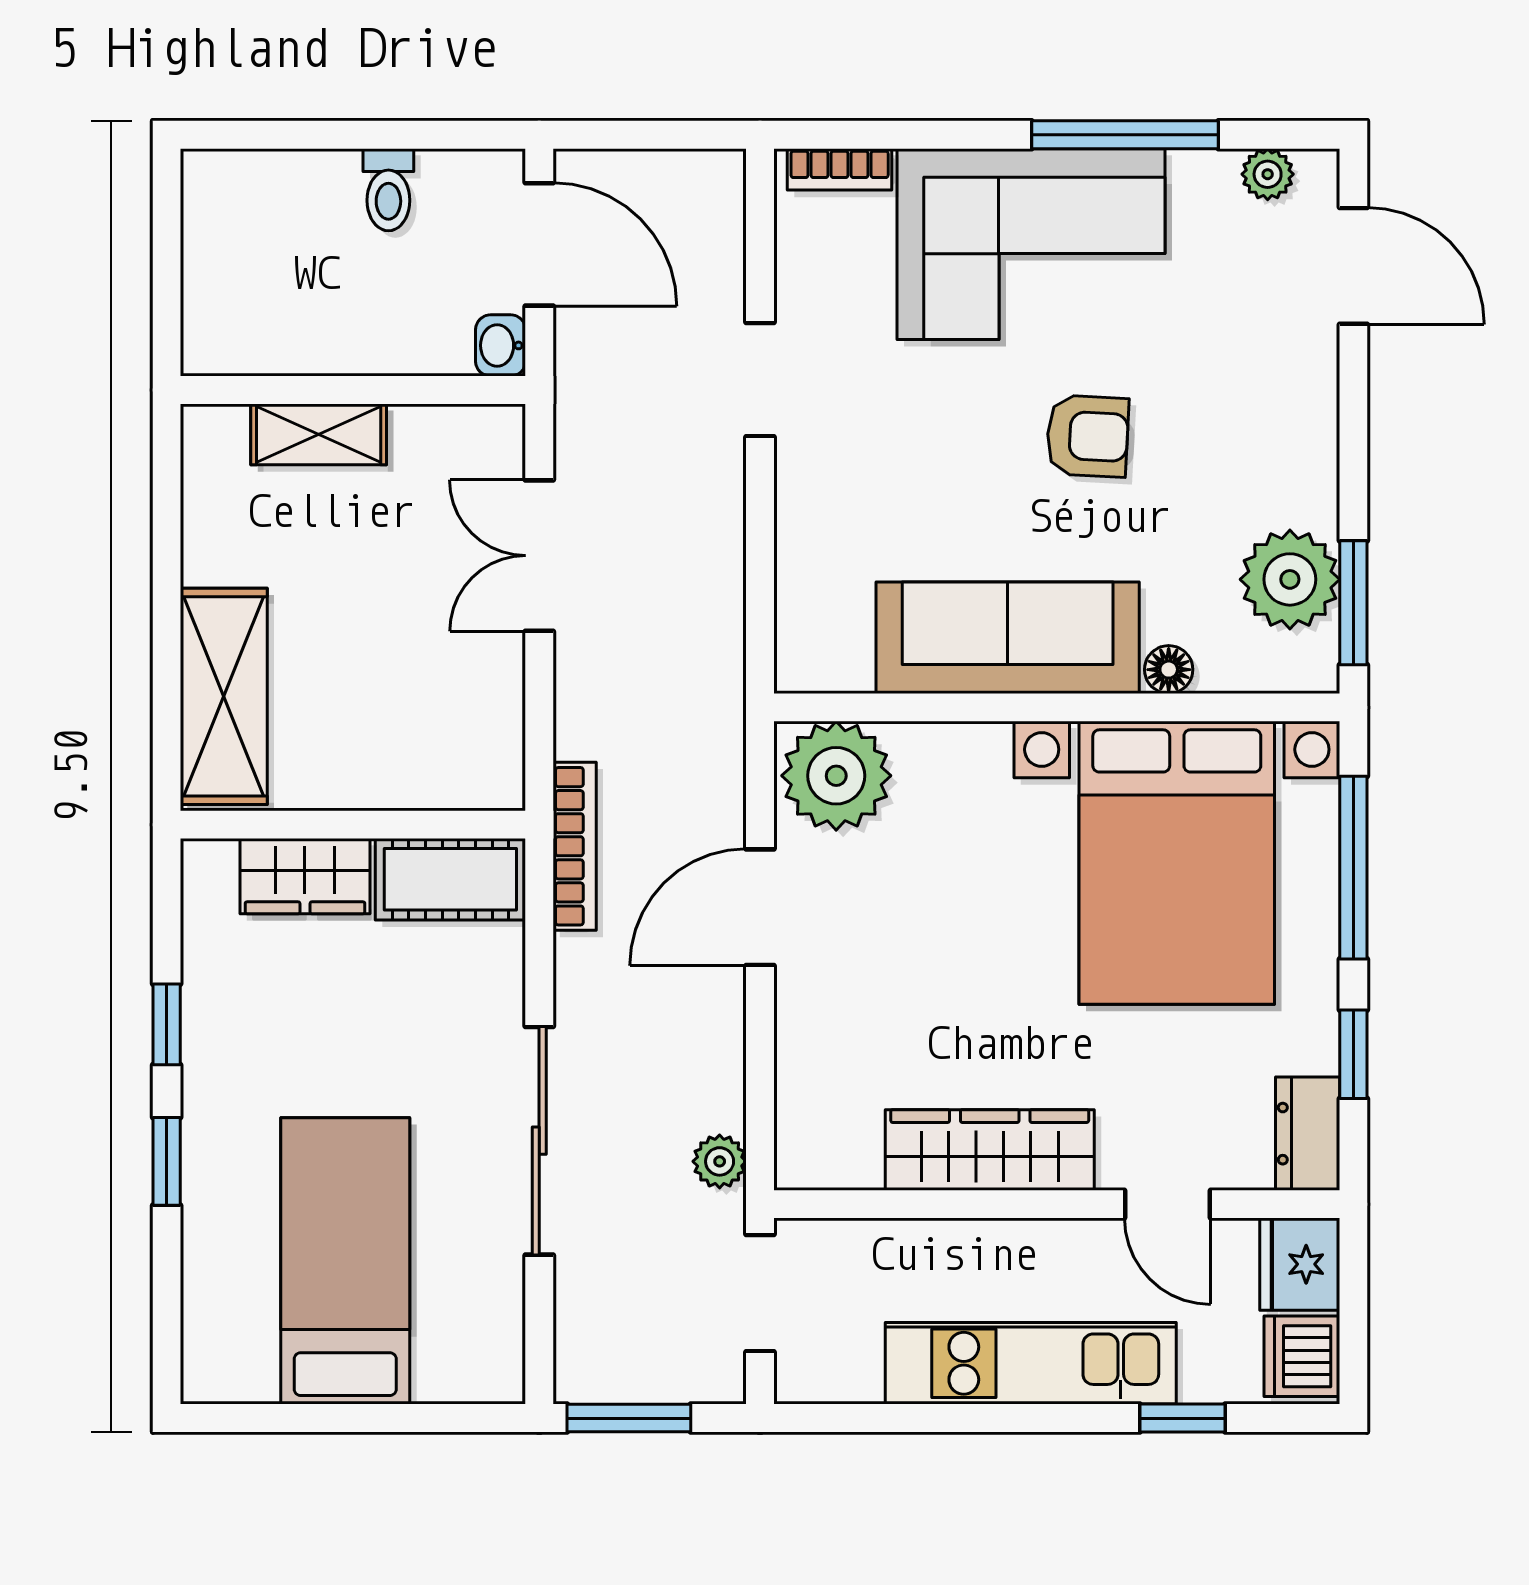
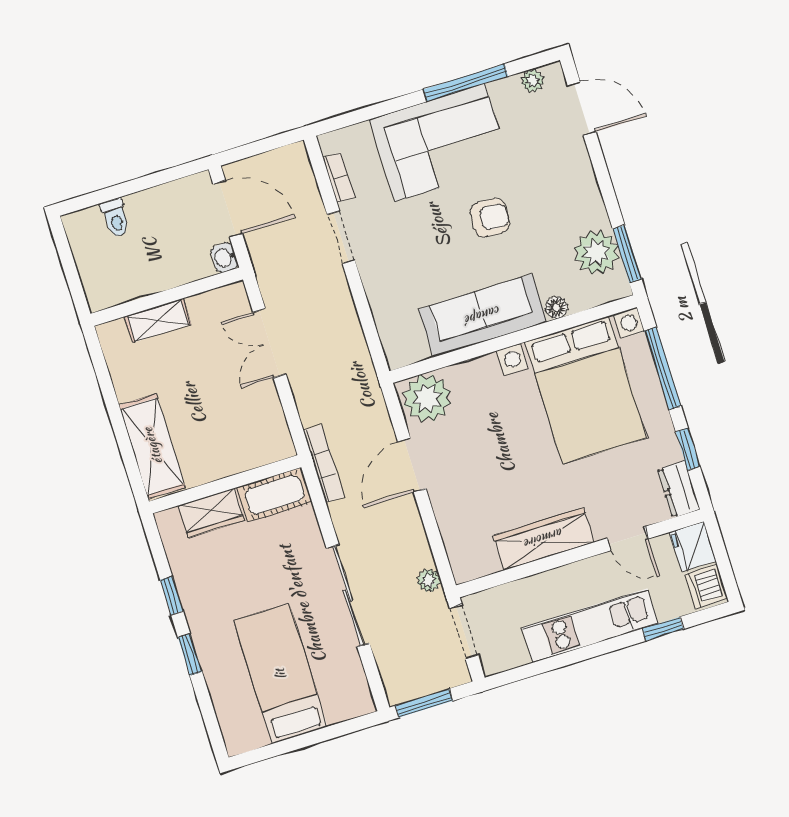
bookcase: (840, 169) -> (339, 178), moved, turned -90
toilet: (388, 190) -> (115, 218), moved

